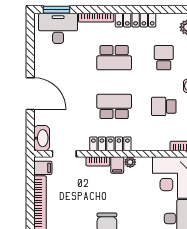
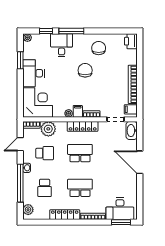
school desk: (114, 106) -> (80, 153), turned 180
plant: (159, 140) -> (48, 129), added

